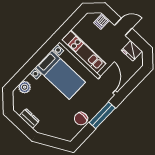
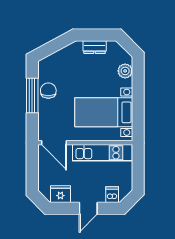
window: (102, 115) -> (32, 96), moved

